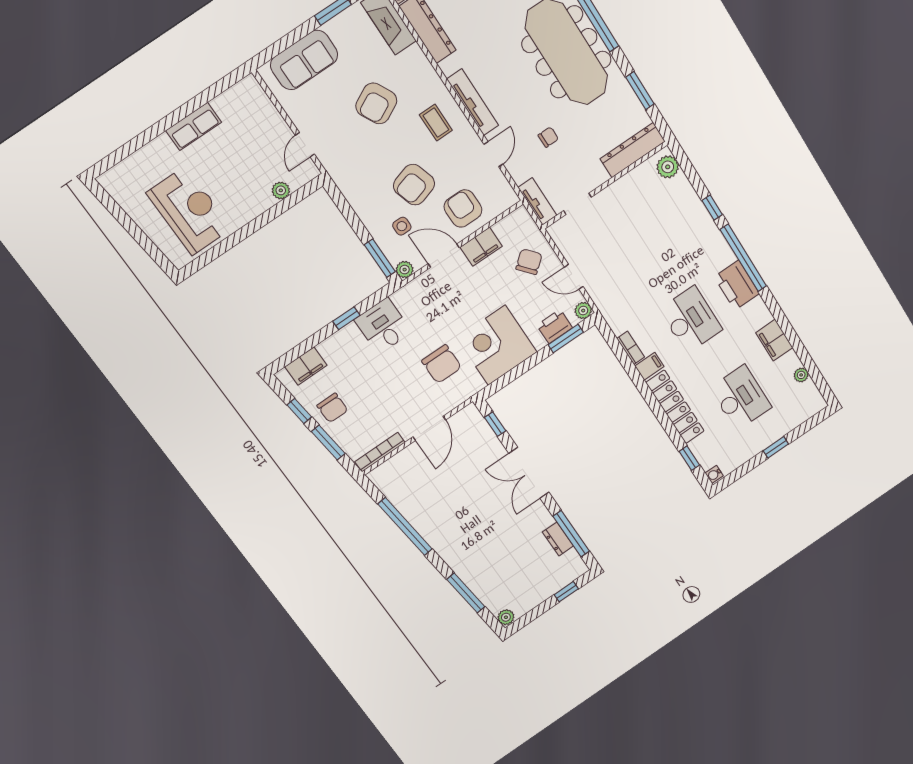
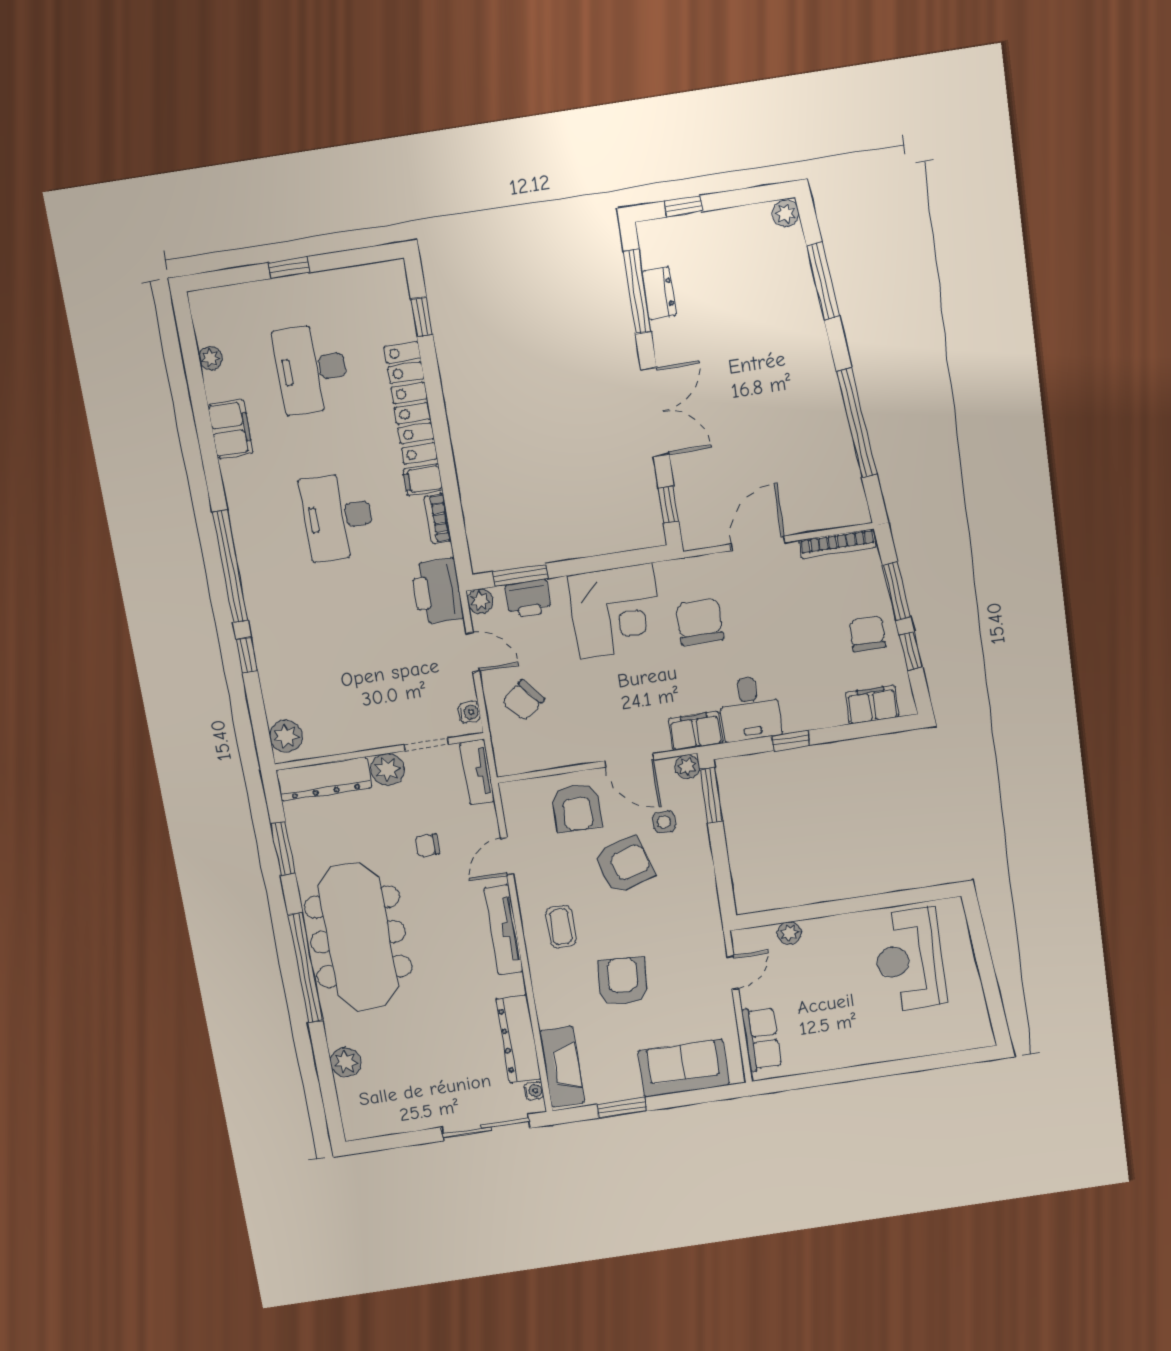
armchair: (376, 103) -> (623, 981), turned -59
row of seats: (194, 126) -> (761, 1039), moved, turned 90
plant: (595, 176) -> (388, 769), added
filing cabinet: (481, 247) -> (696, 731), moved
printer: (737, 285) -> (437, 591), moved, turned 180
water cooler: (714, 474) -> (469, 712), moved

